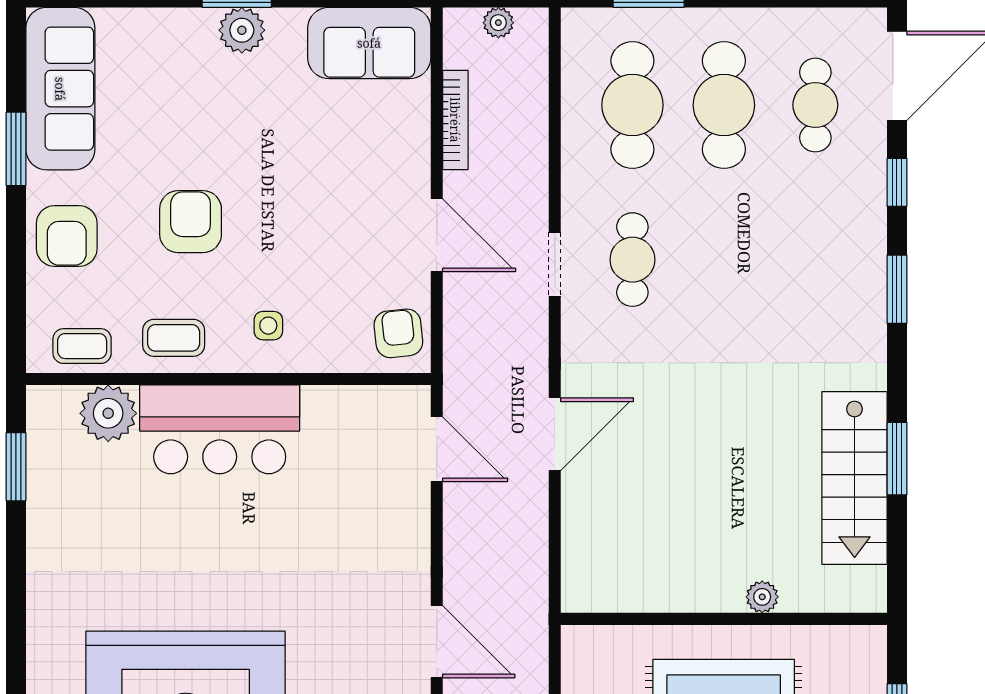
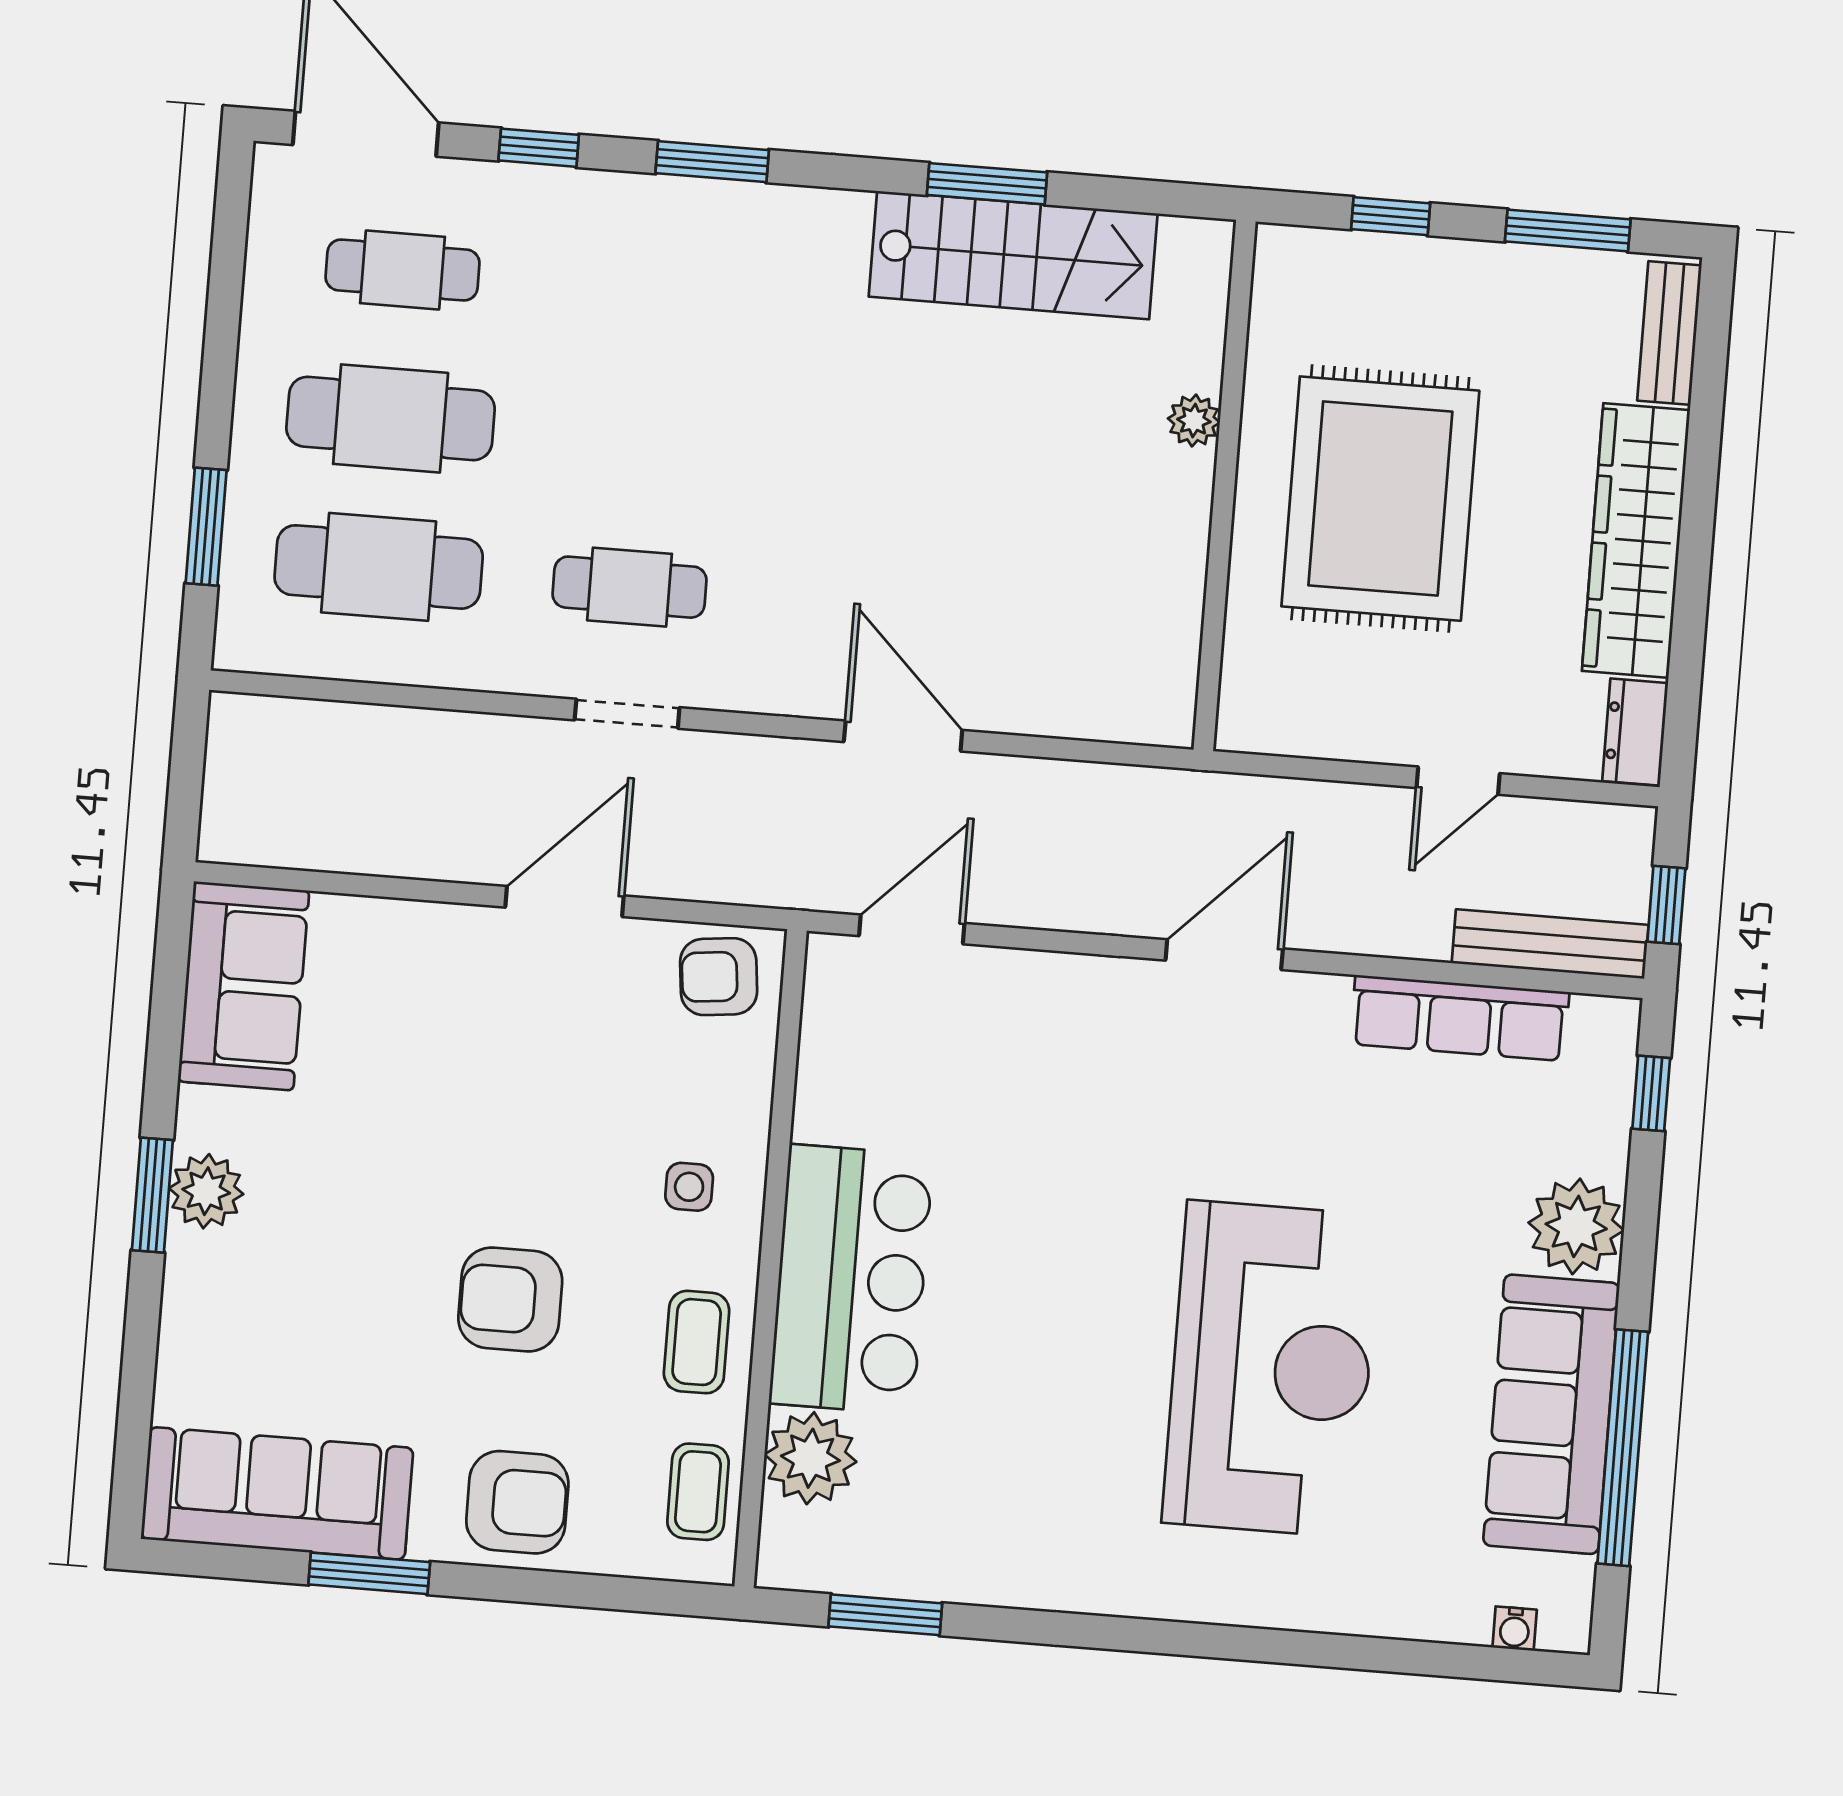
plant: (498, 23) -> (227, 774), removed
bookcase: (455, 120) -> (380, 856), removed

